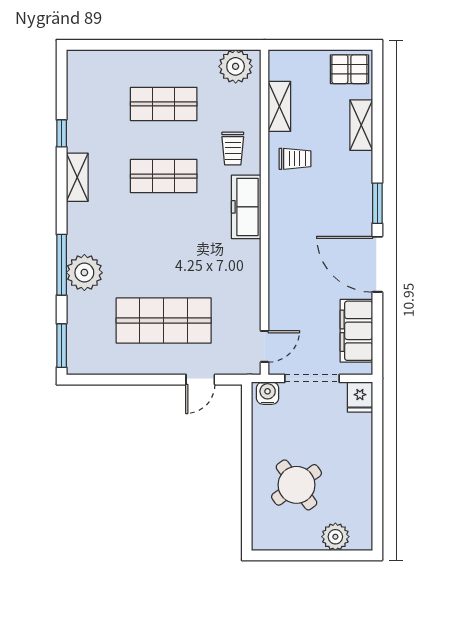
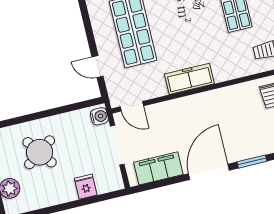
freezer: (246, 207) -> (189, 79), moved
fridge: (360, 397) -> (86, 187), moved, turned 90

